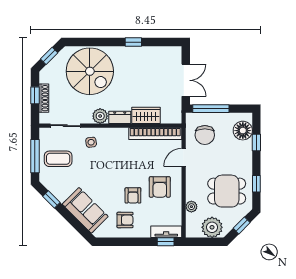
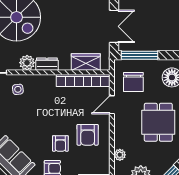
wardrobe: (146, 115) -> (86, 62), moved
dining table: (227, 191) -> (158, 122), moved, turned 90

